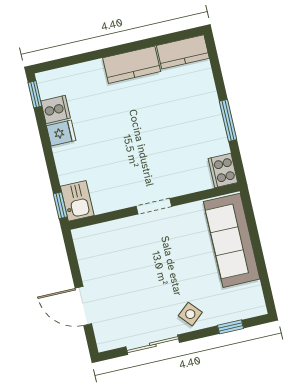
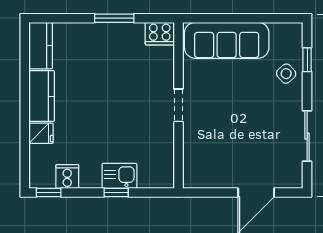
fridge: (61, 133) -> (41, 133), moved, turned 90
kitchen sink: (77, 201) -> (119, 176), moved
window: (60, 205) -> (116, 192), moved
side table: (190, 314) -> (286, 74), moved

